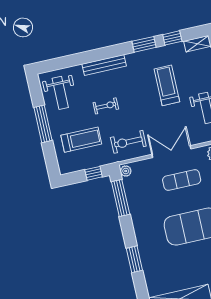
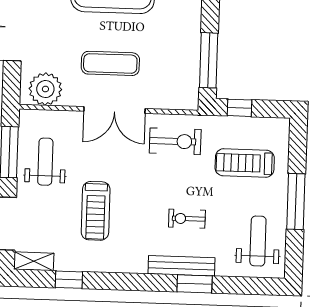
window: (144, 44) -> (195, 284), moved
exercise bike: (106, 106) -> (187, 219), moved
plant: (126, 171) -> (190, 99), removed

